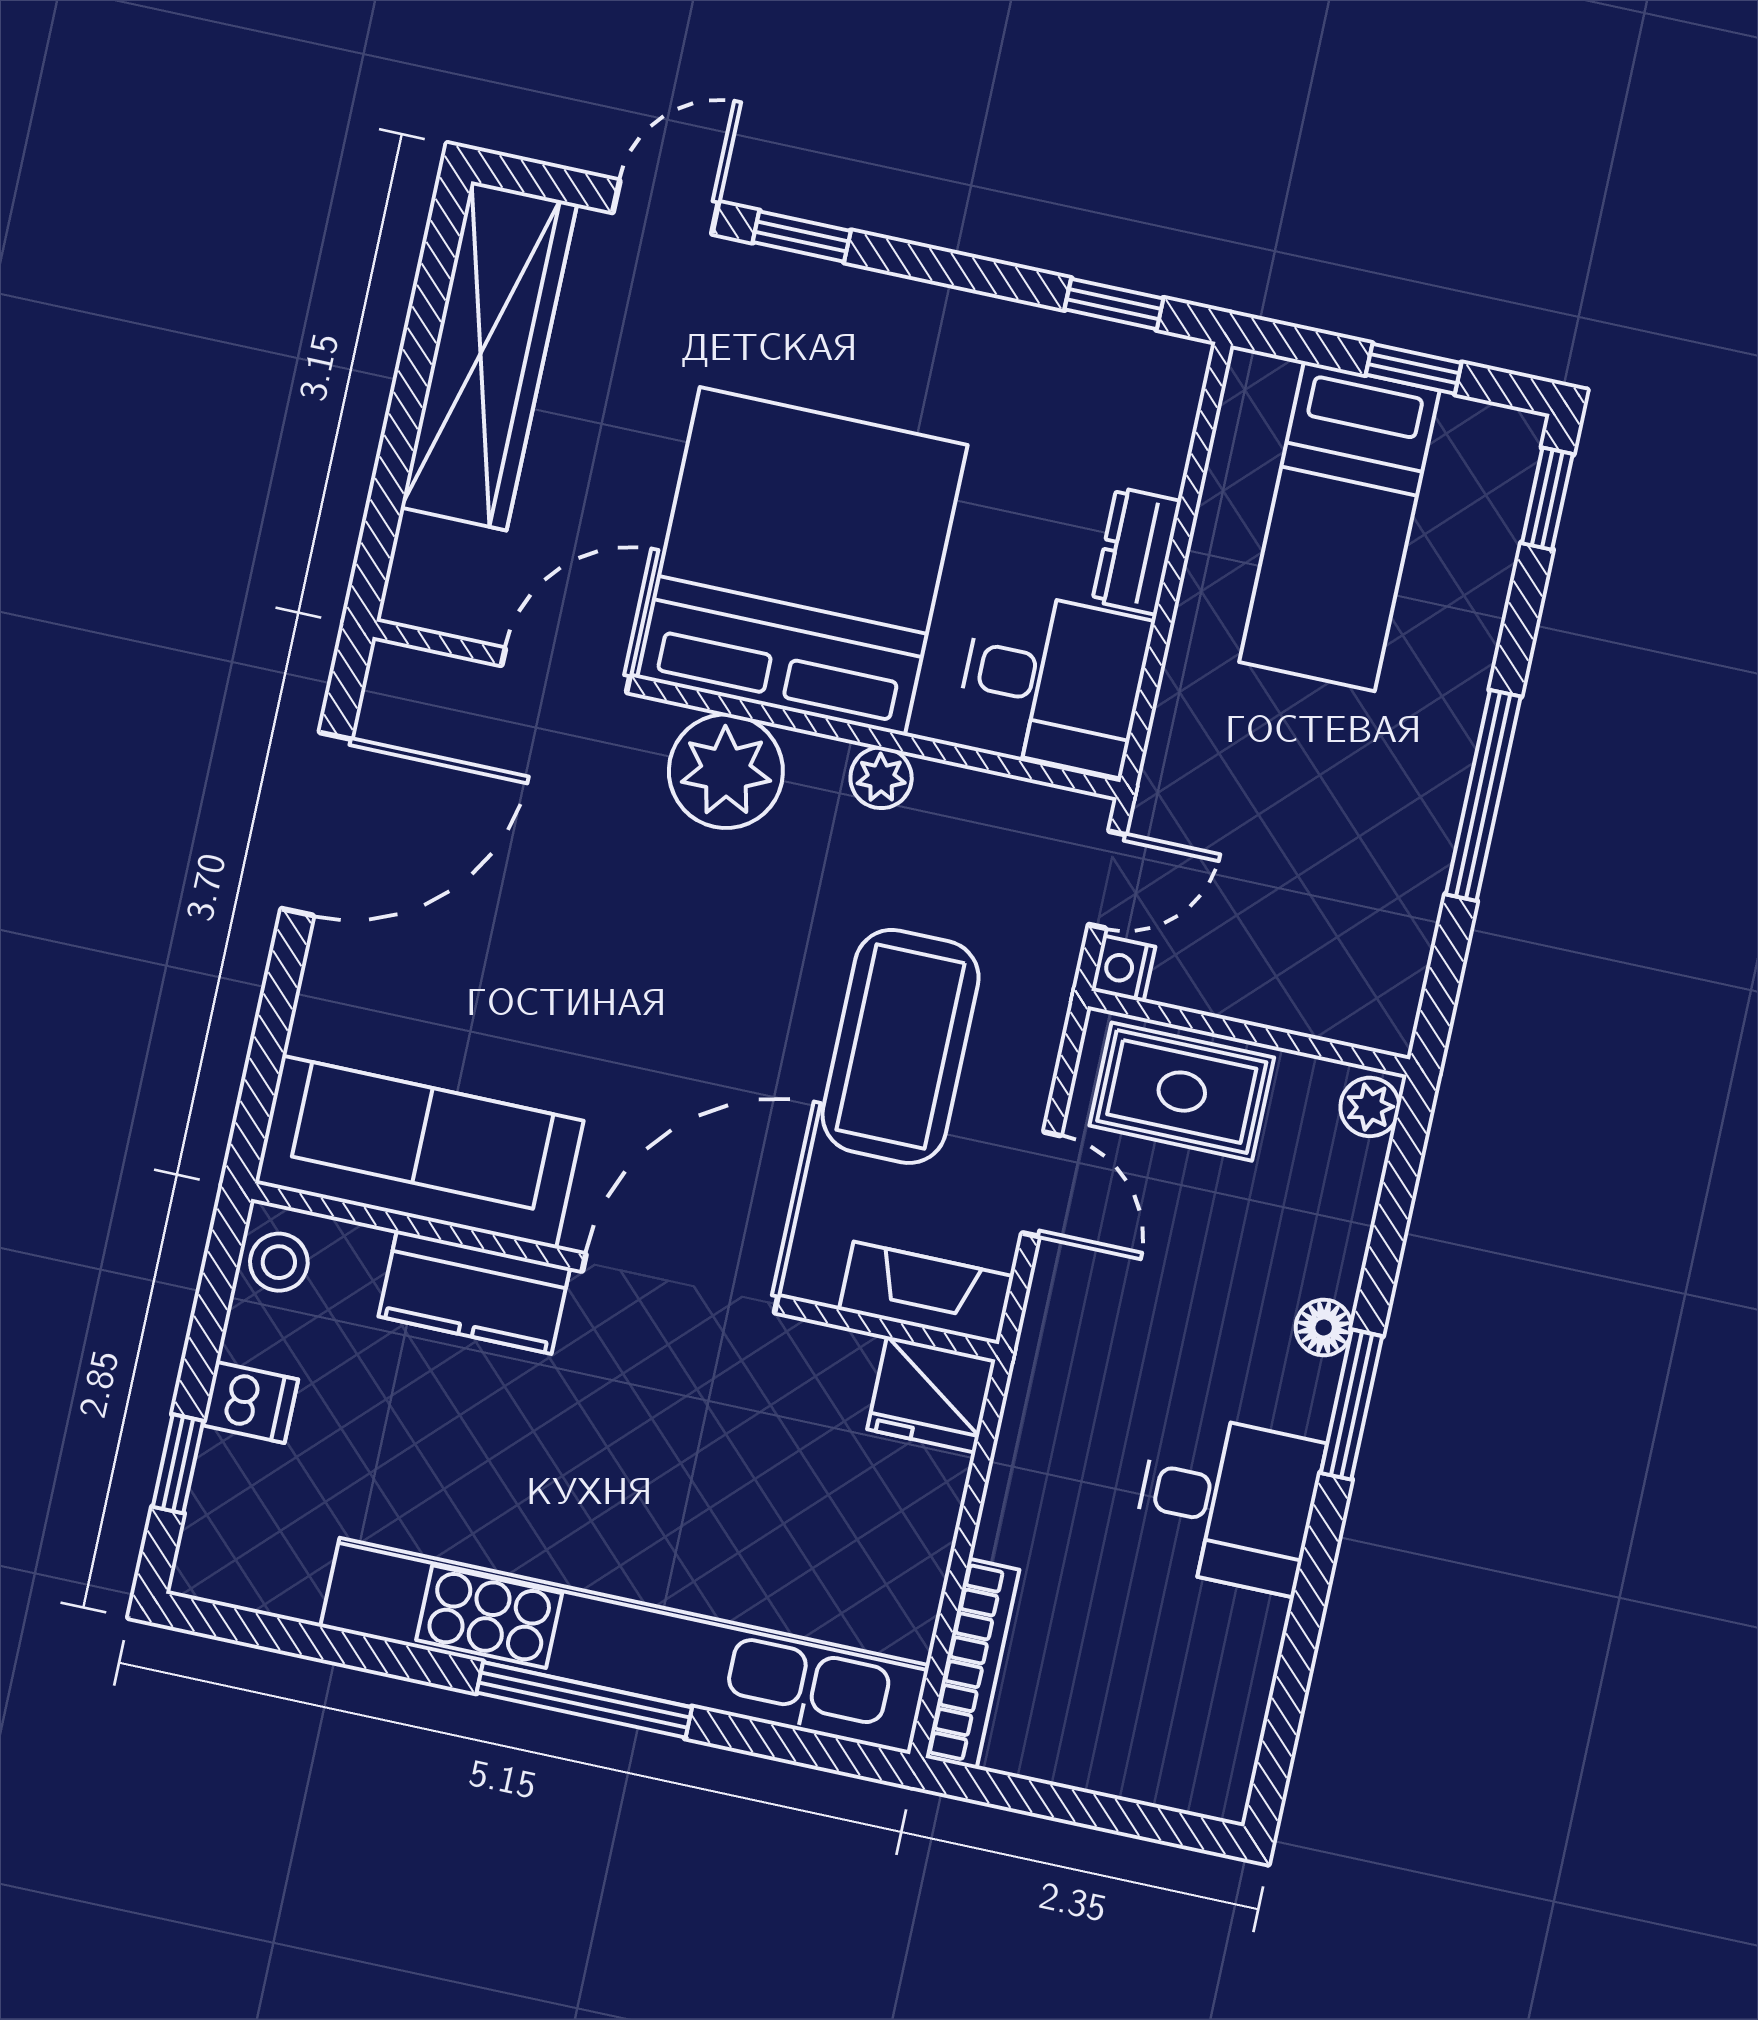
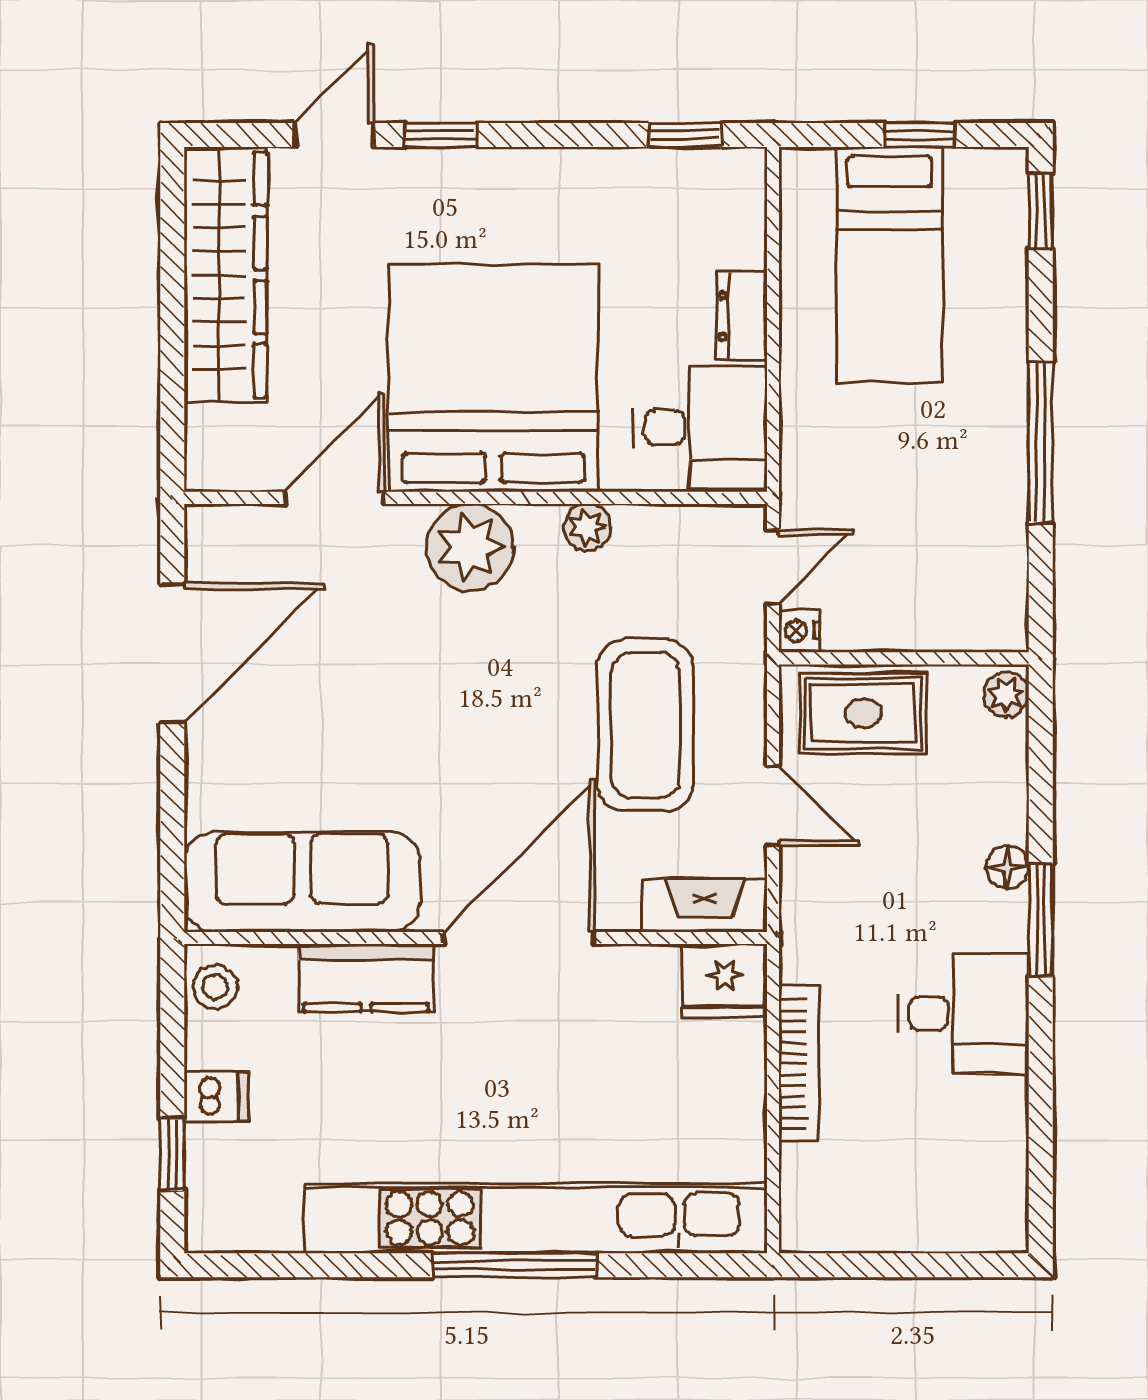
bookcase: (972, 1664) -> (799, 1064), moved

